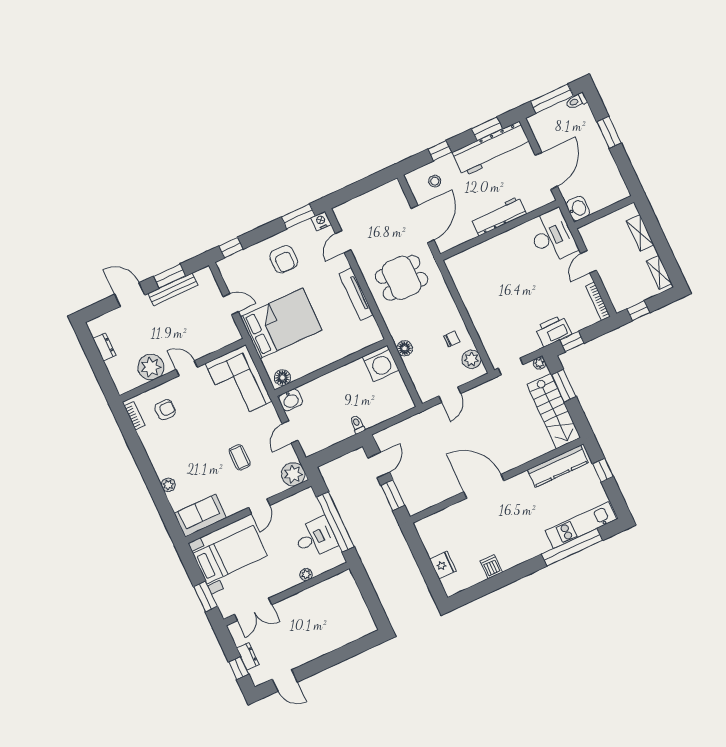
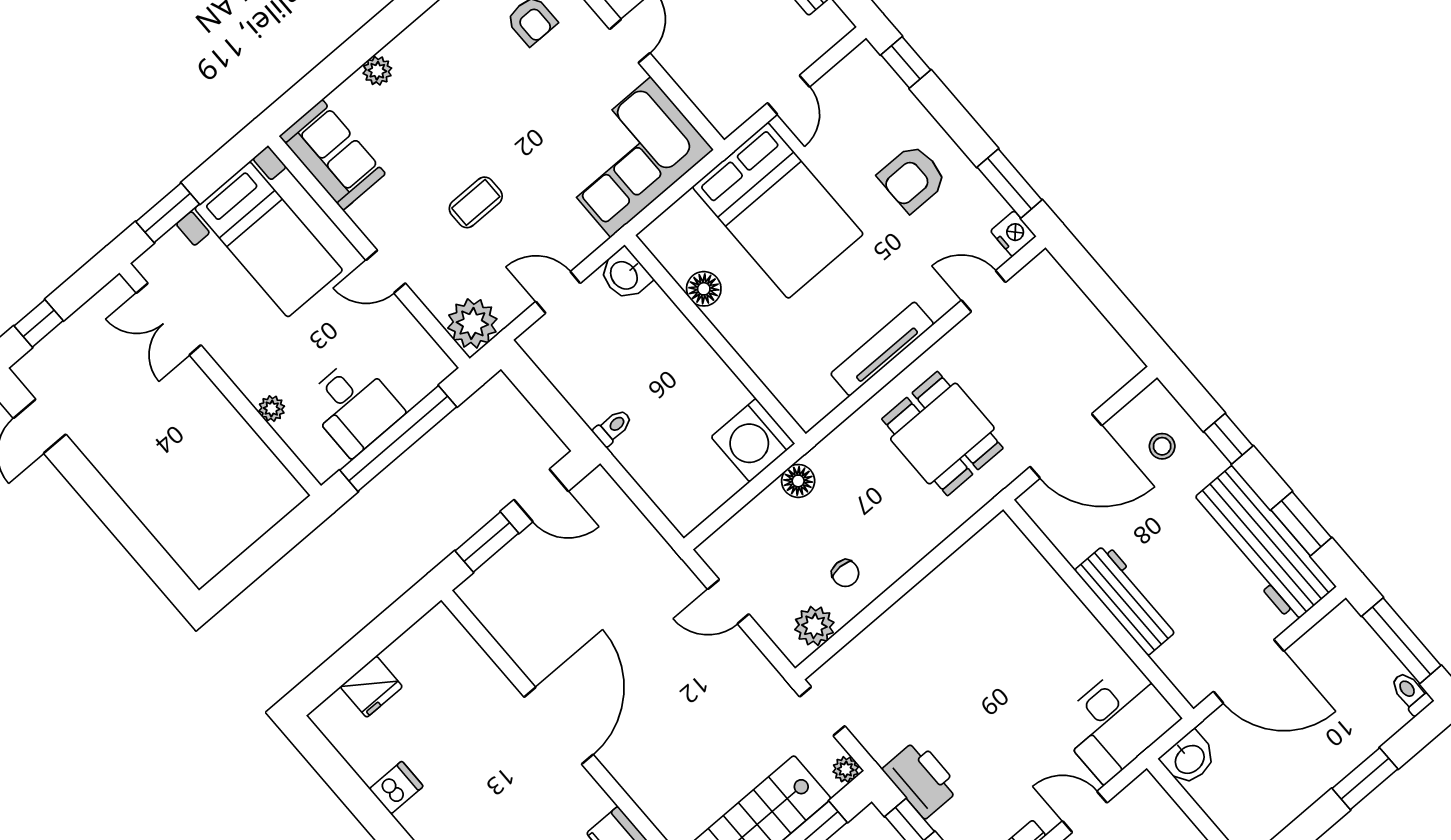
floor lamp: (282, 378) -> (704, 289), moved
dresser: (248, 656) -> (69, 336), removed

